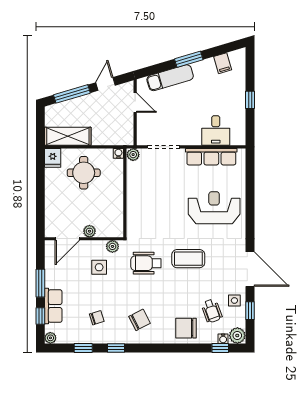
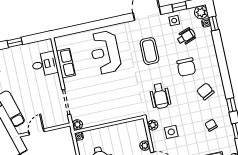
row of seats: (211, 157) -> (66, 63), width x0.68
coffee table: (188, 259) -> (149, 51), moved
chair: (186, 328) -> (186, 67), moved

